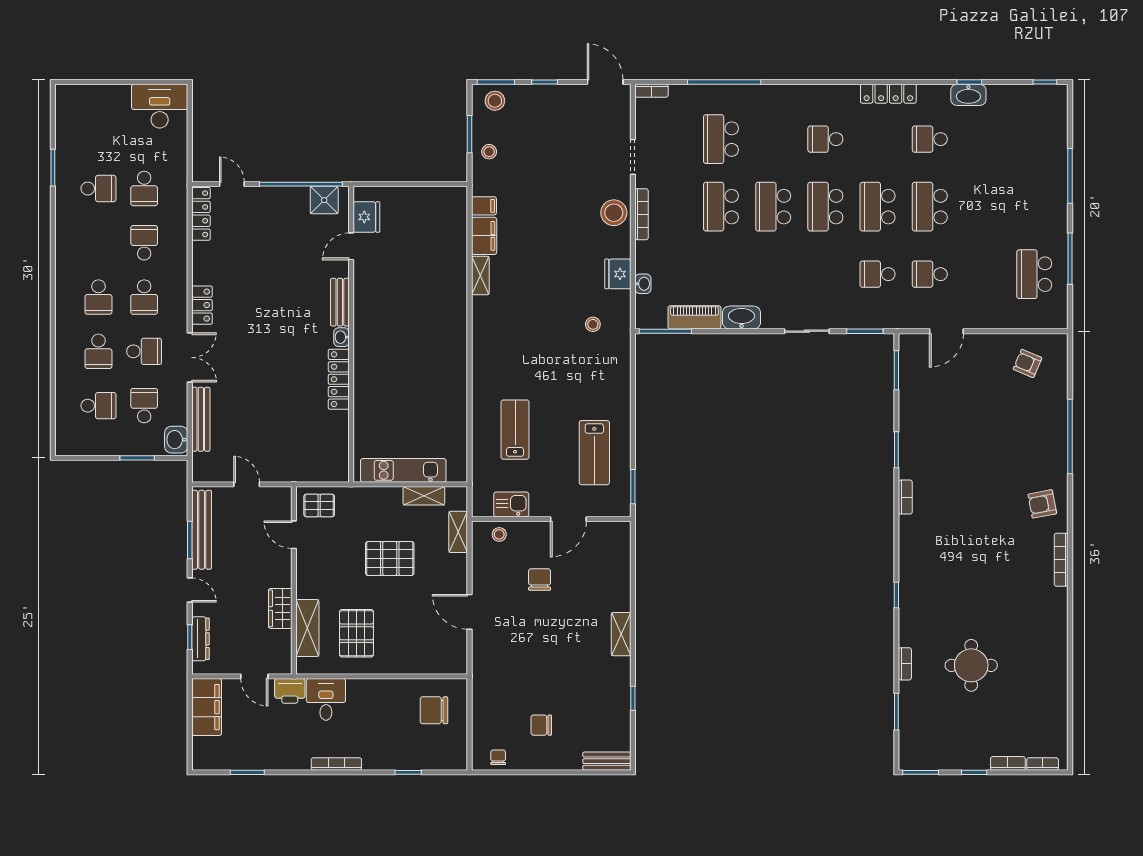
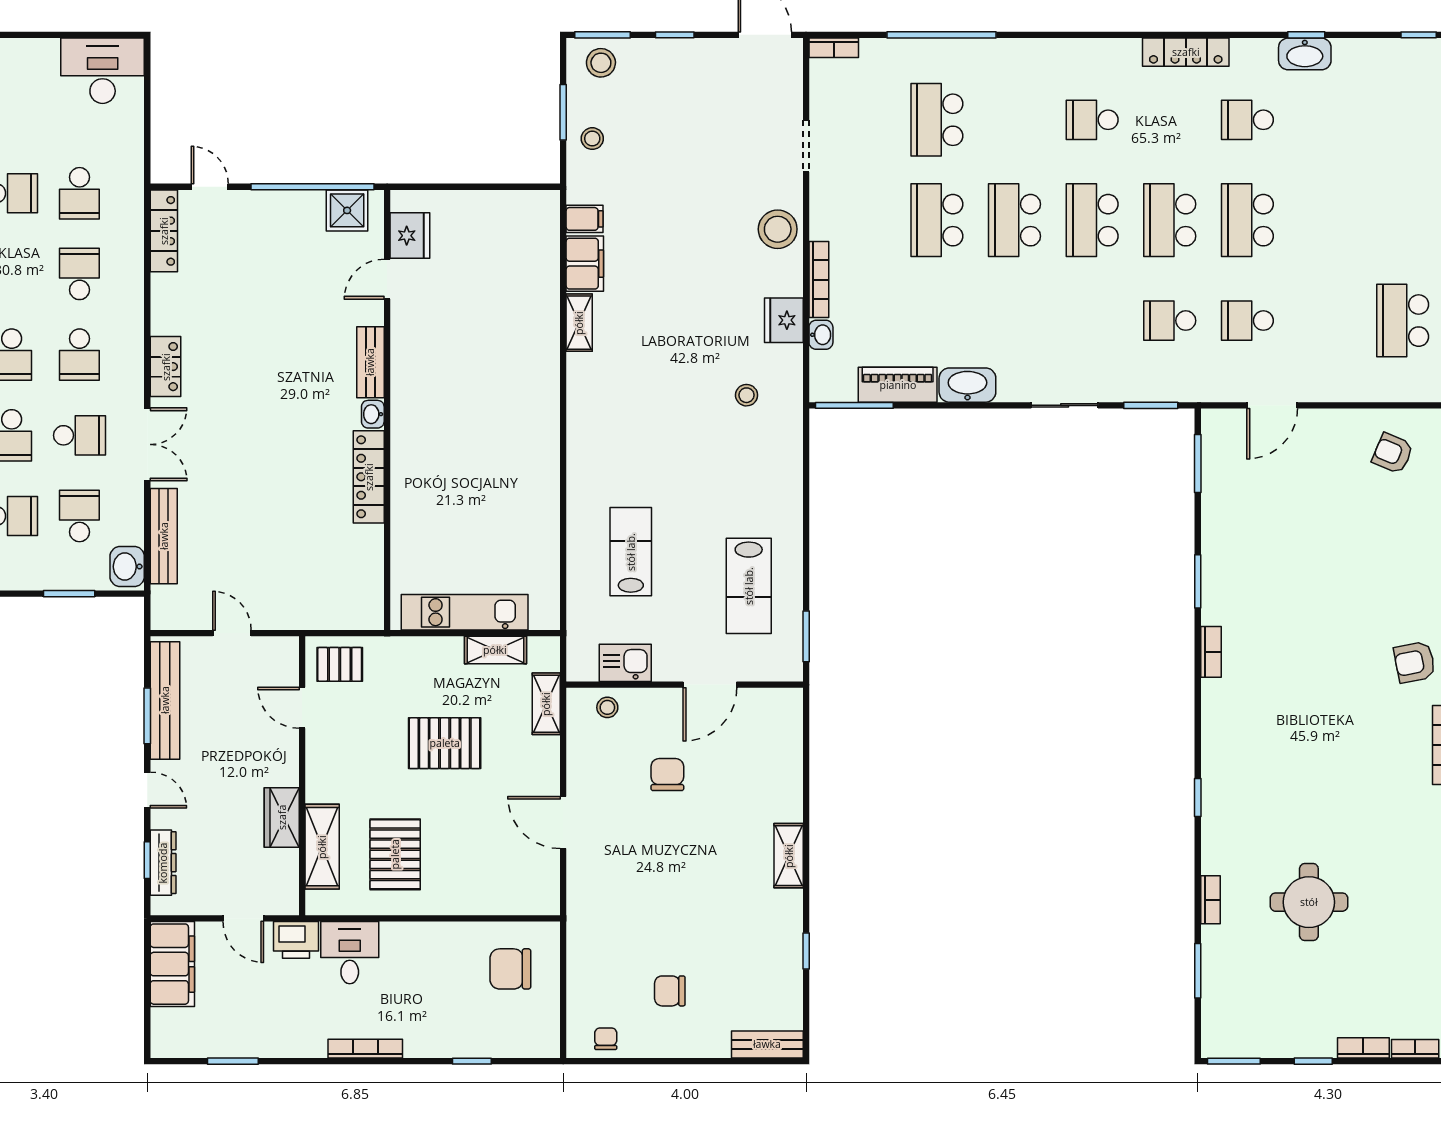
bookcase: (642, 214) -> (819, 280), moved

